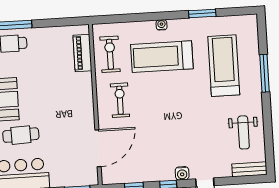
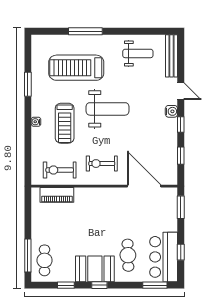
treadmill: (162, 57) -> (65, 123), width x0.73, depth x0.73
weight bench: (180, 103) -> (107, 109), added
bench: (249, 169) -> (172, 56), width x1.36

